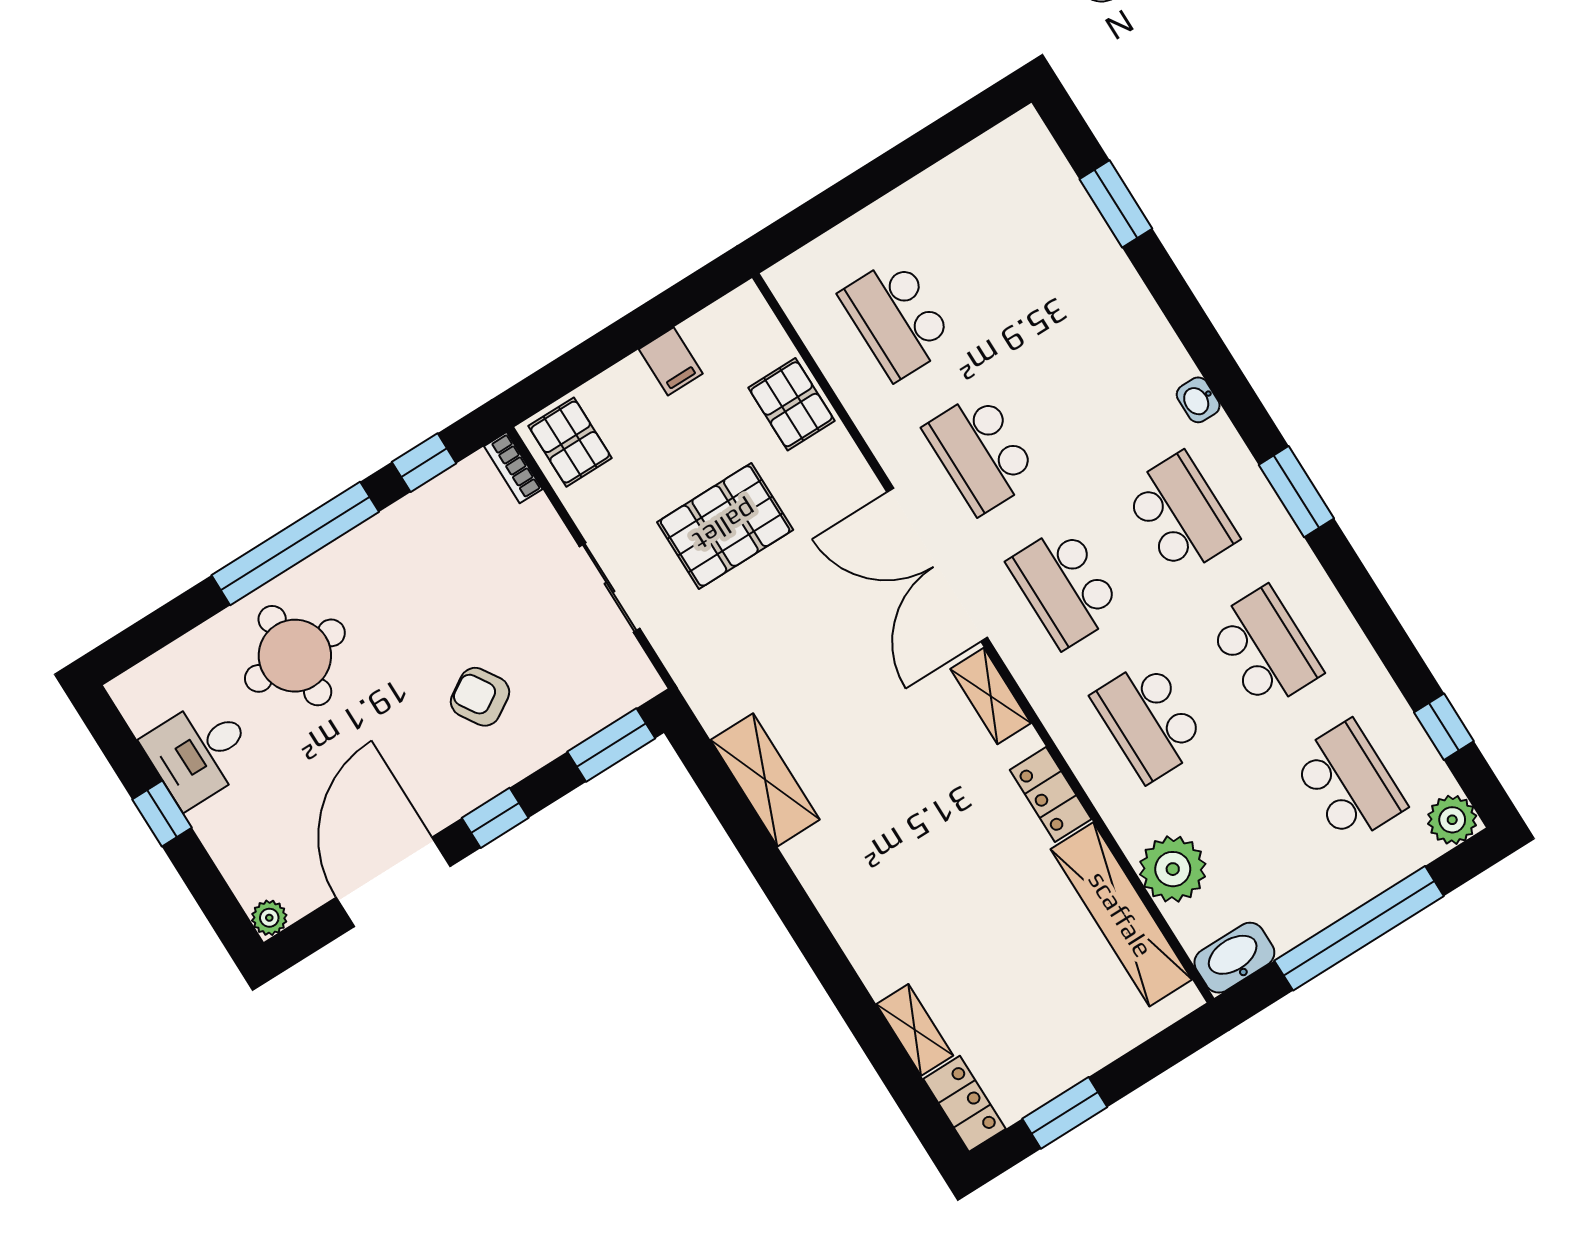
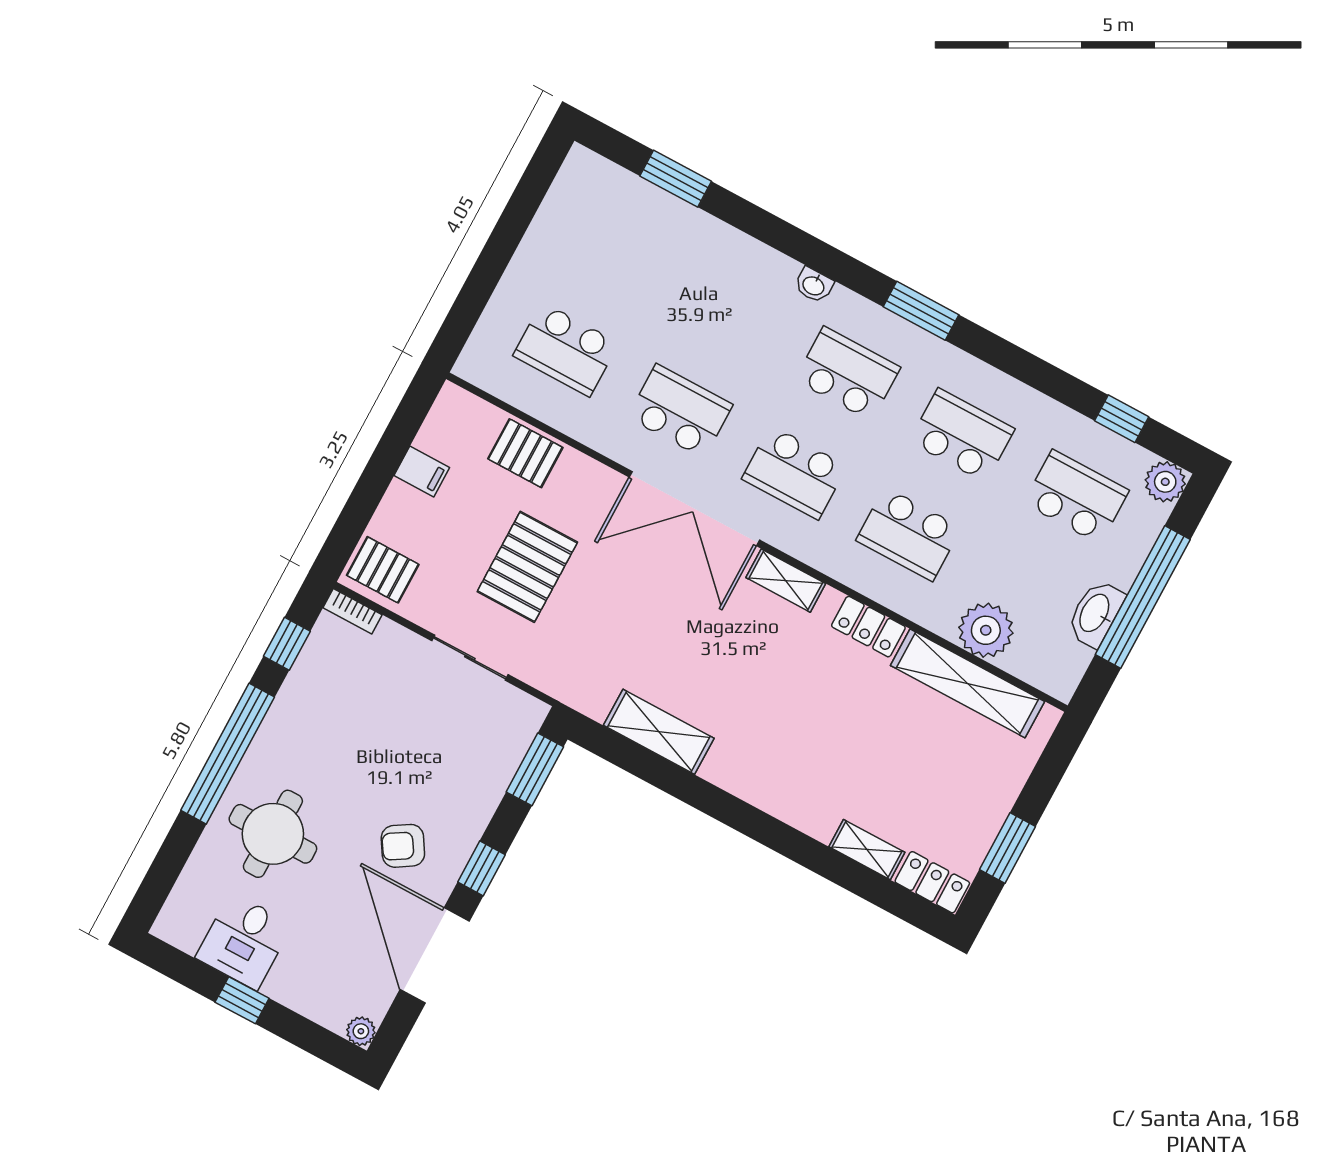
school desk: (981, 453) -> (680, 411), turned 180
armchair: (480, 697) -> (403, 846), moved
washbasin: (1234, 958) -> (1095, 613), moved

